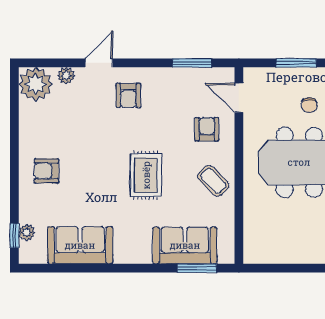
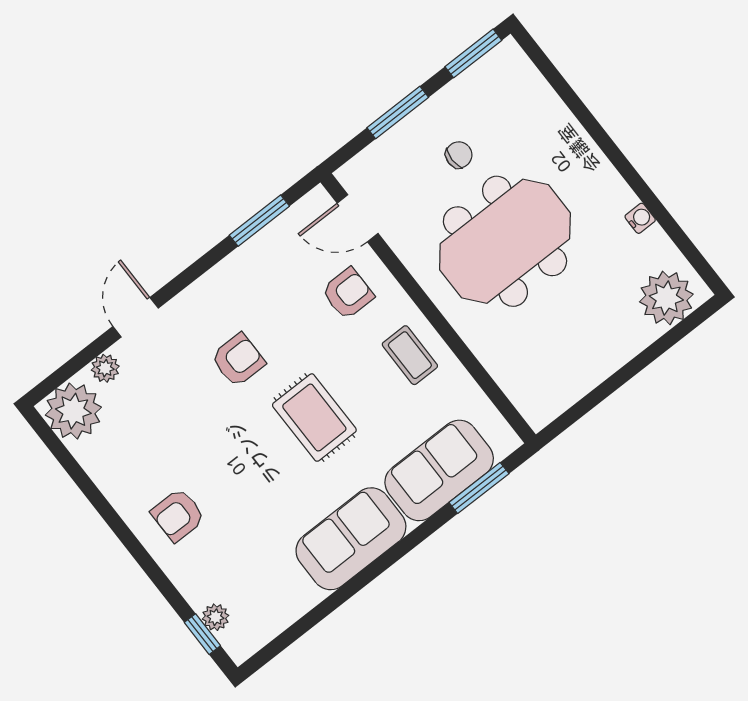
armchair: (128, 95) -> (238, 360), moved, turned -90
chair: (309, 105) -> (459, 155), turned -90
armchair: (207, 129) -> (348, 293), turned 90
coffee table: (213, 181) -> (410, 355), turned 45
sofa: (80, 245) -> (351, 539), moved

